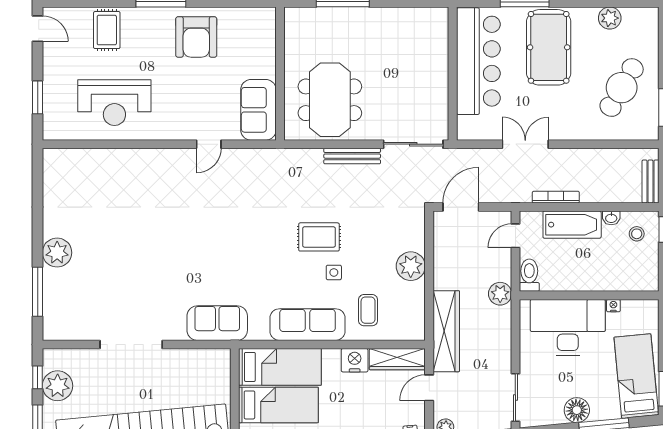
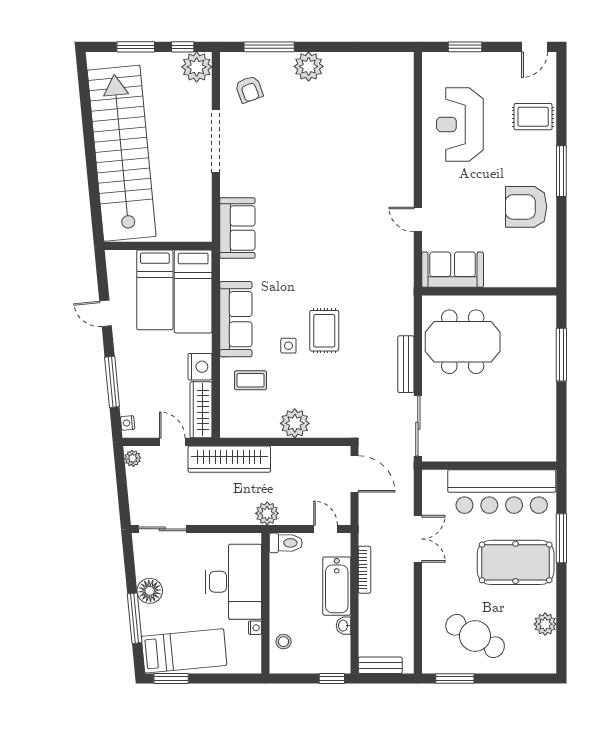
stool: (637, 234) -> (284, 642), moved
armchair: (80, 311) -> (249, 89), added
plant: (58, 386) -> (197, 67), moved

